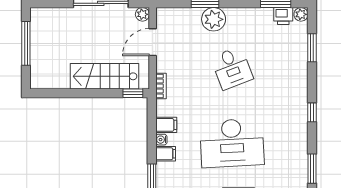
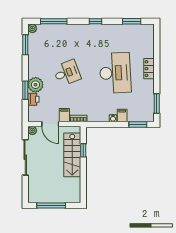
printer: (283, 16) -> (33, 99), moved
window: (312, 48) -> (54, 21), width x1.44
window: (133, 93) -> (83, 150), moved
filing cabinet: (166, 125) -> (64, 115), moved

